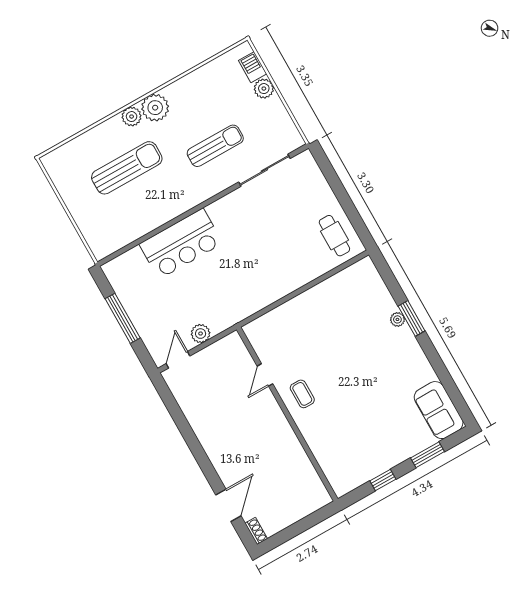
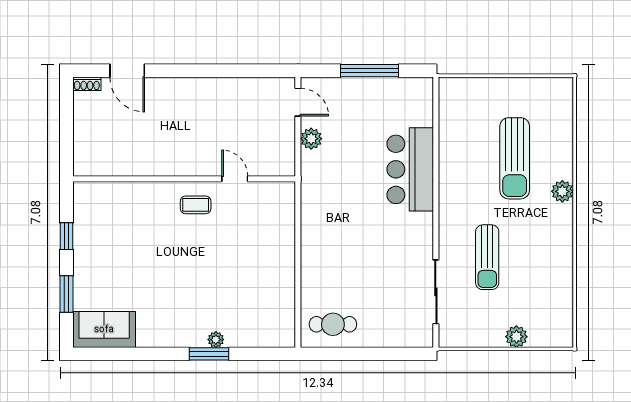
barbecue: (253, 67) -> (544, 337), removed
plant: (155, 108) -> (558, 219), removed

